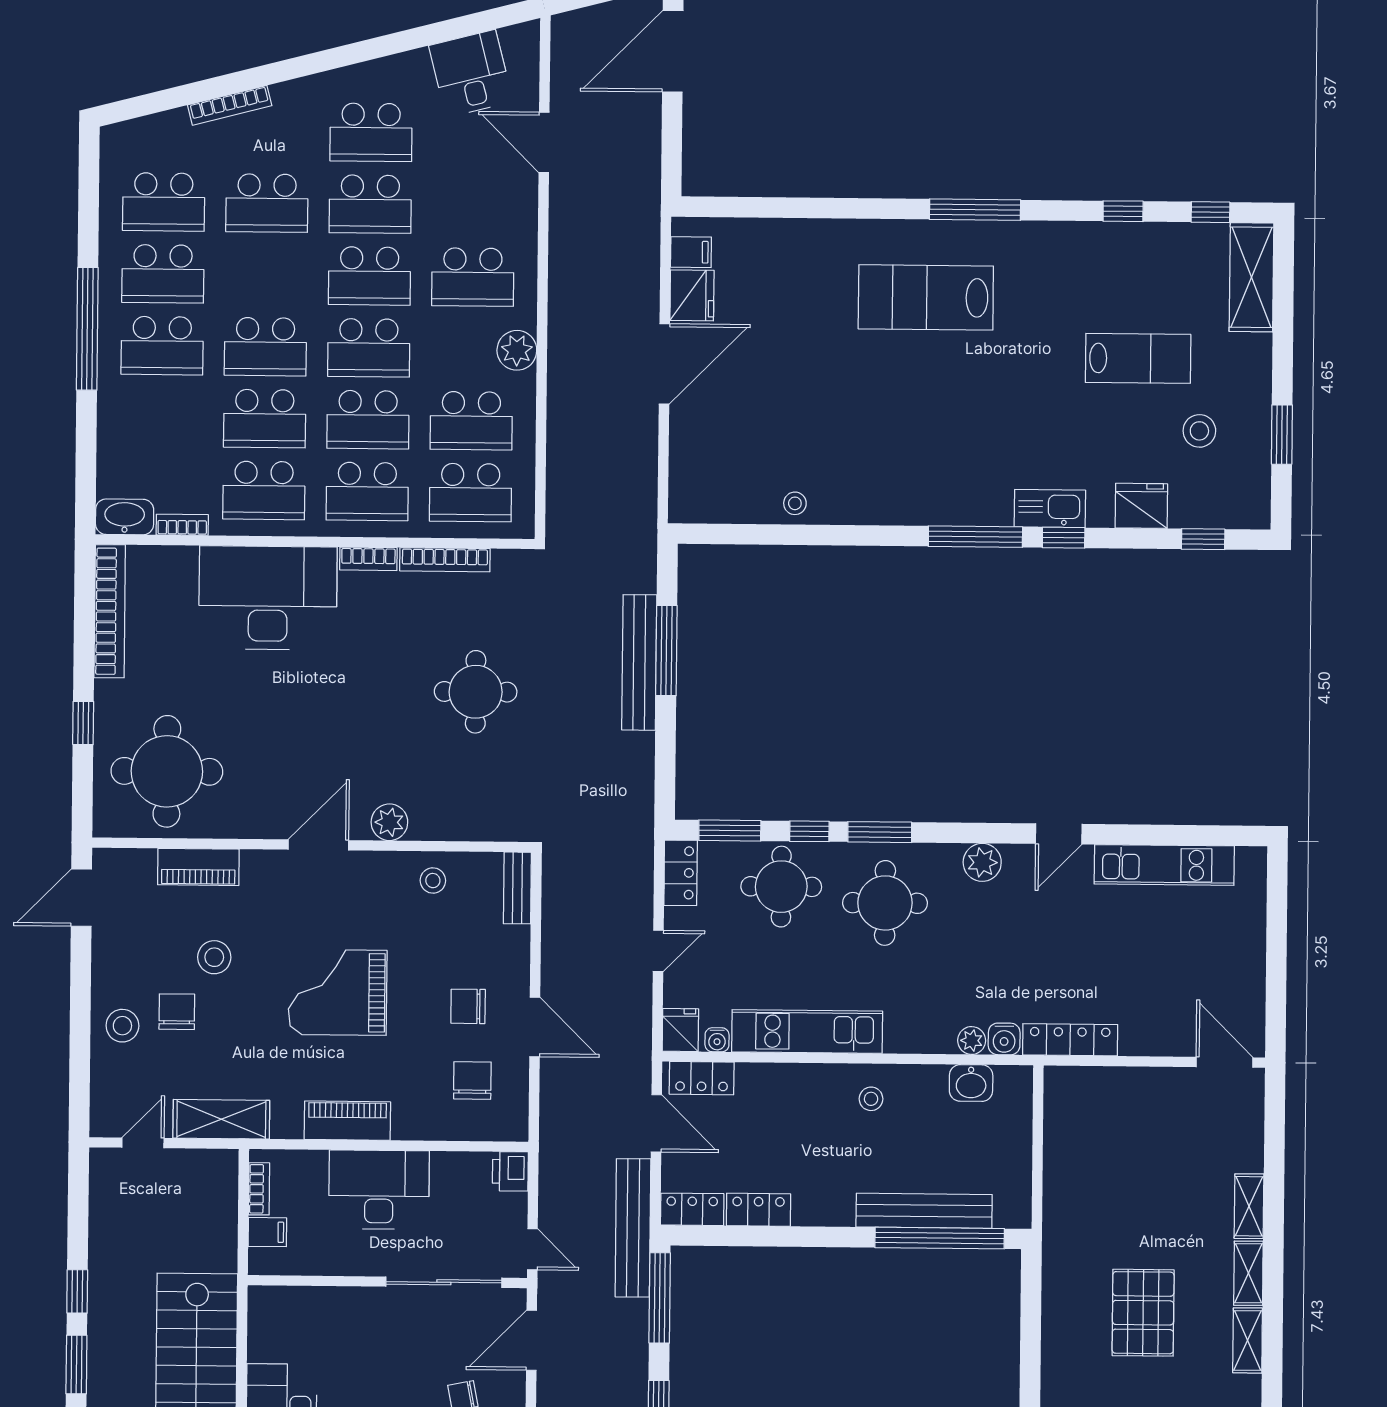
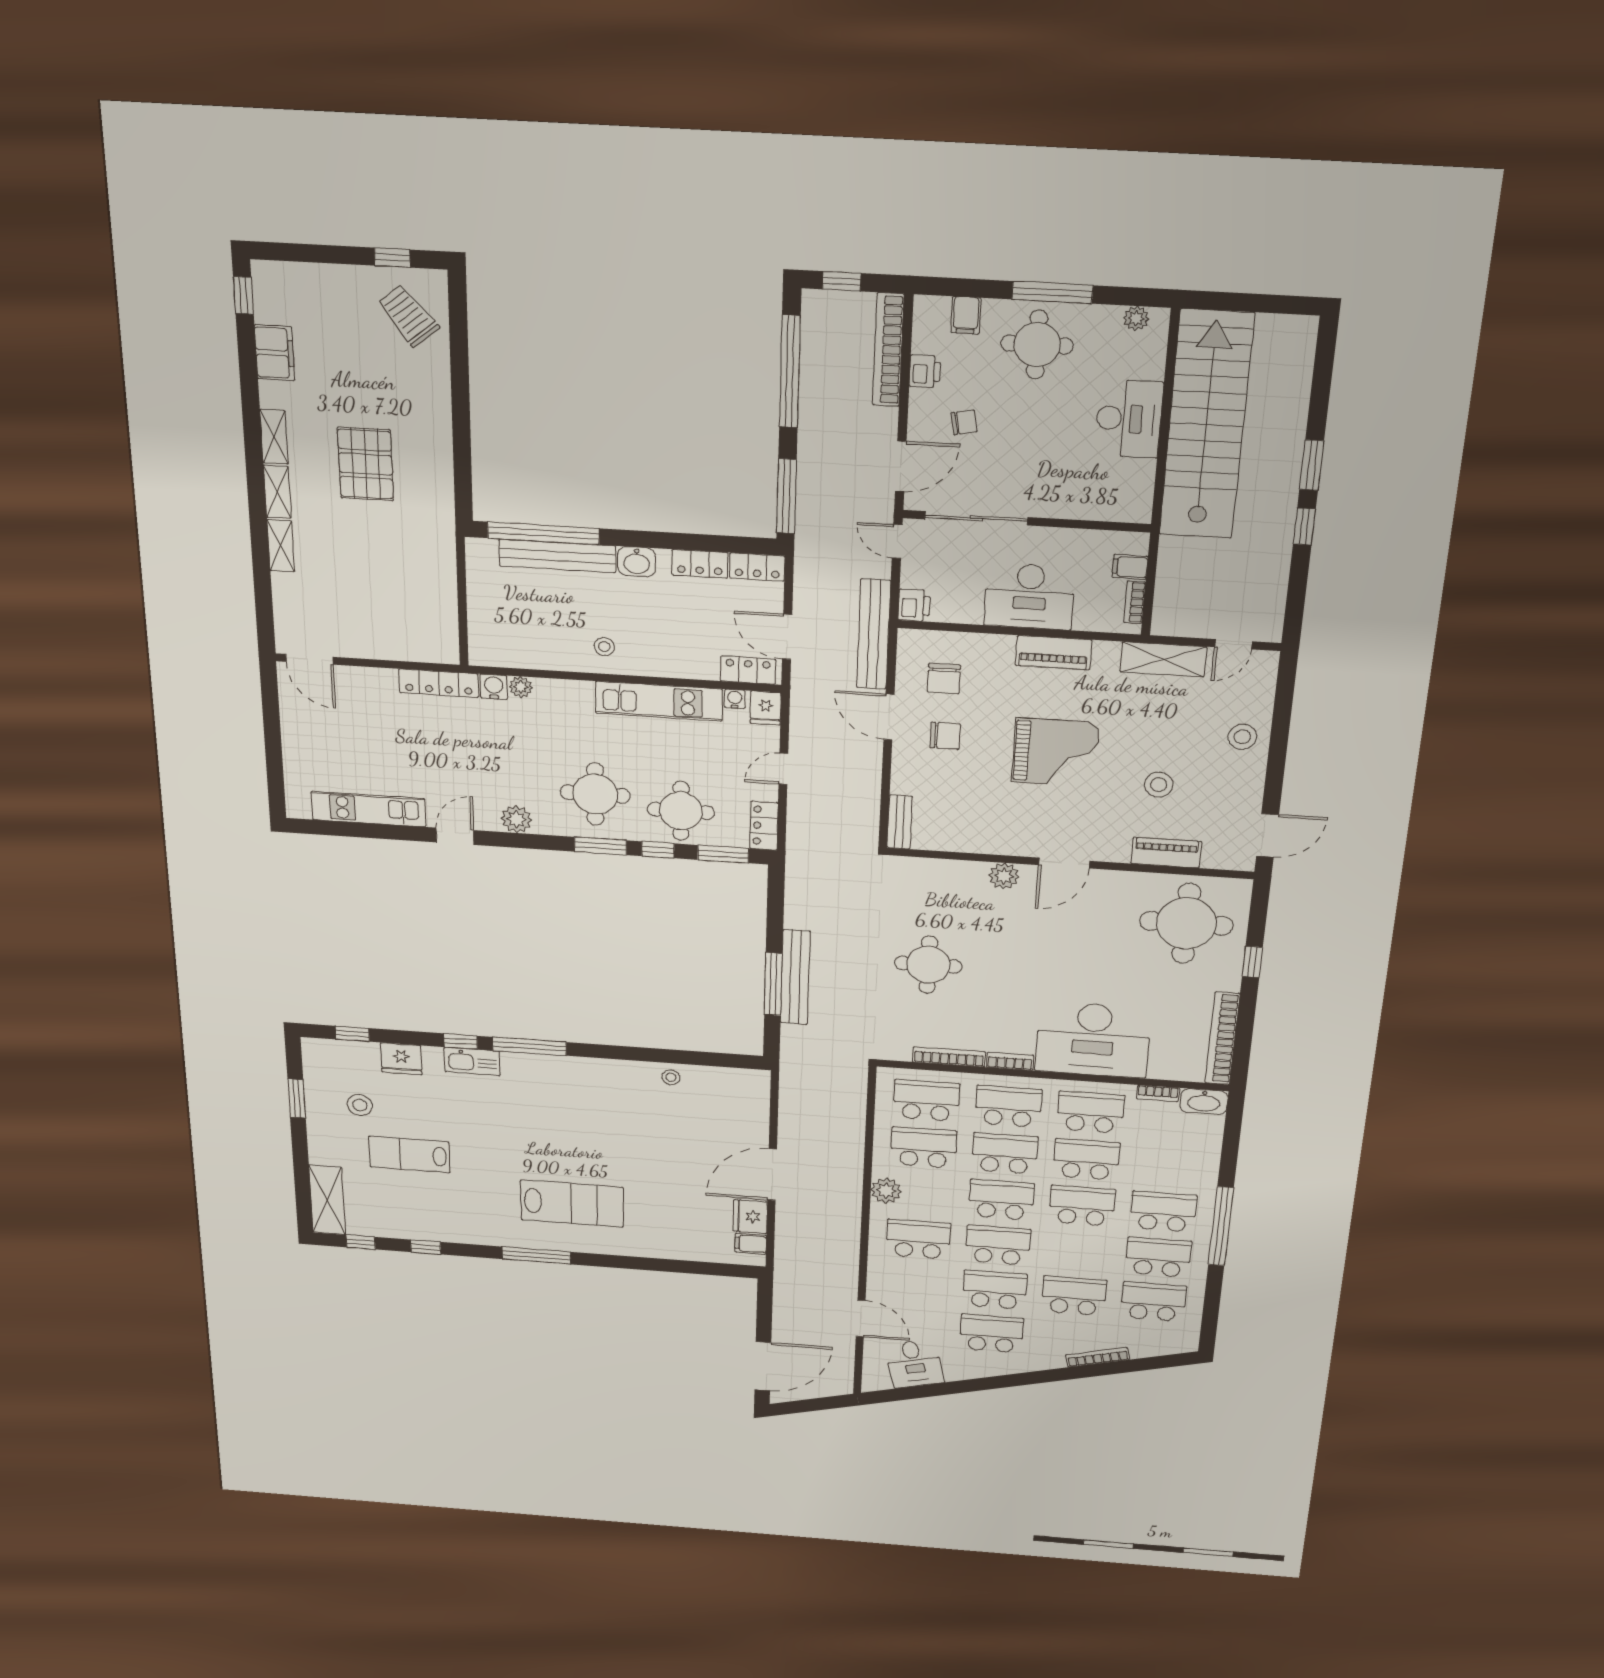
stool: (433, 881) -> (970, 832), removed
chair: (177, 1012) -> (1194, 745), removed
washbasin: (971, 1083) -> (637, 562), moved, turned 180
bench: (633, 1228) -> (874, 634), moved

